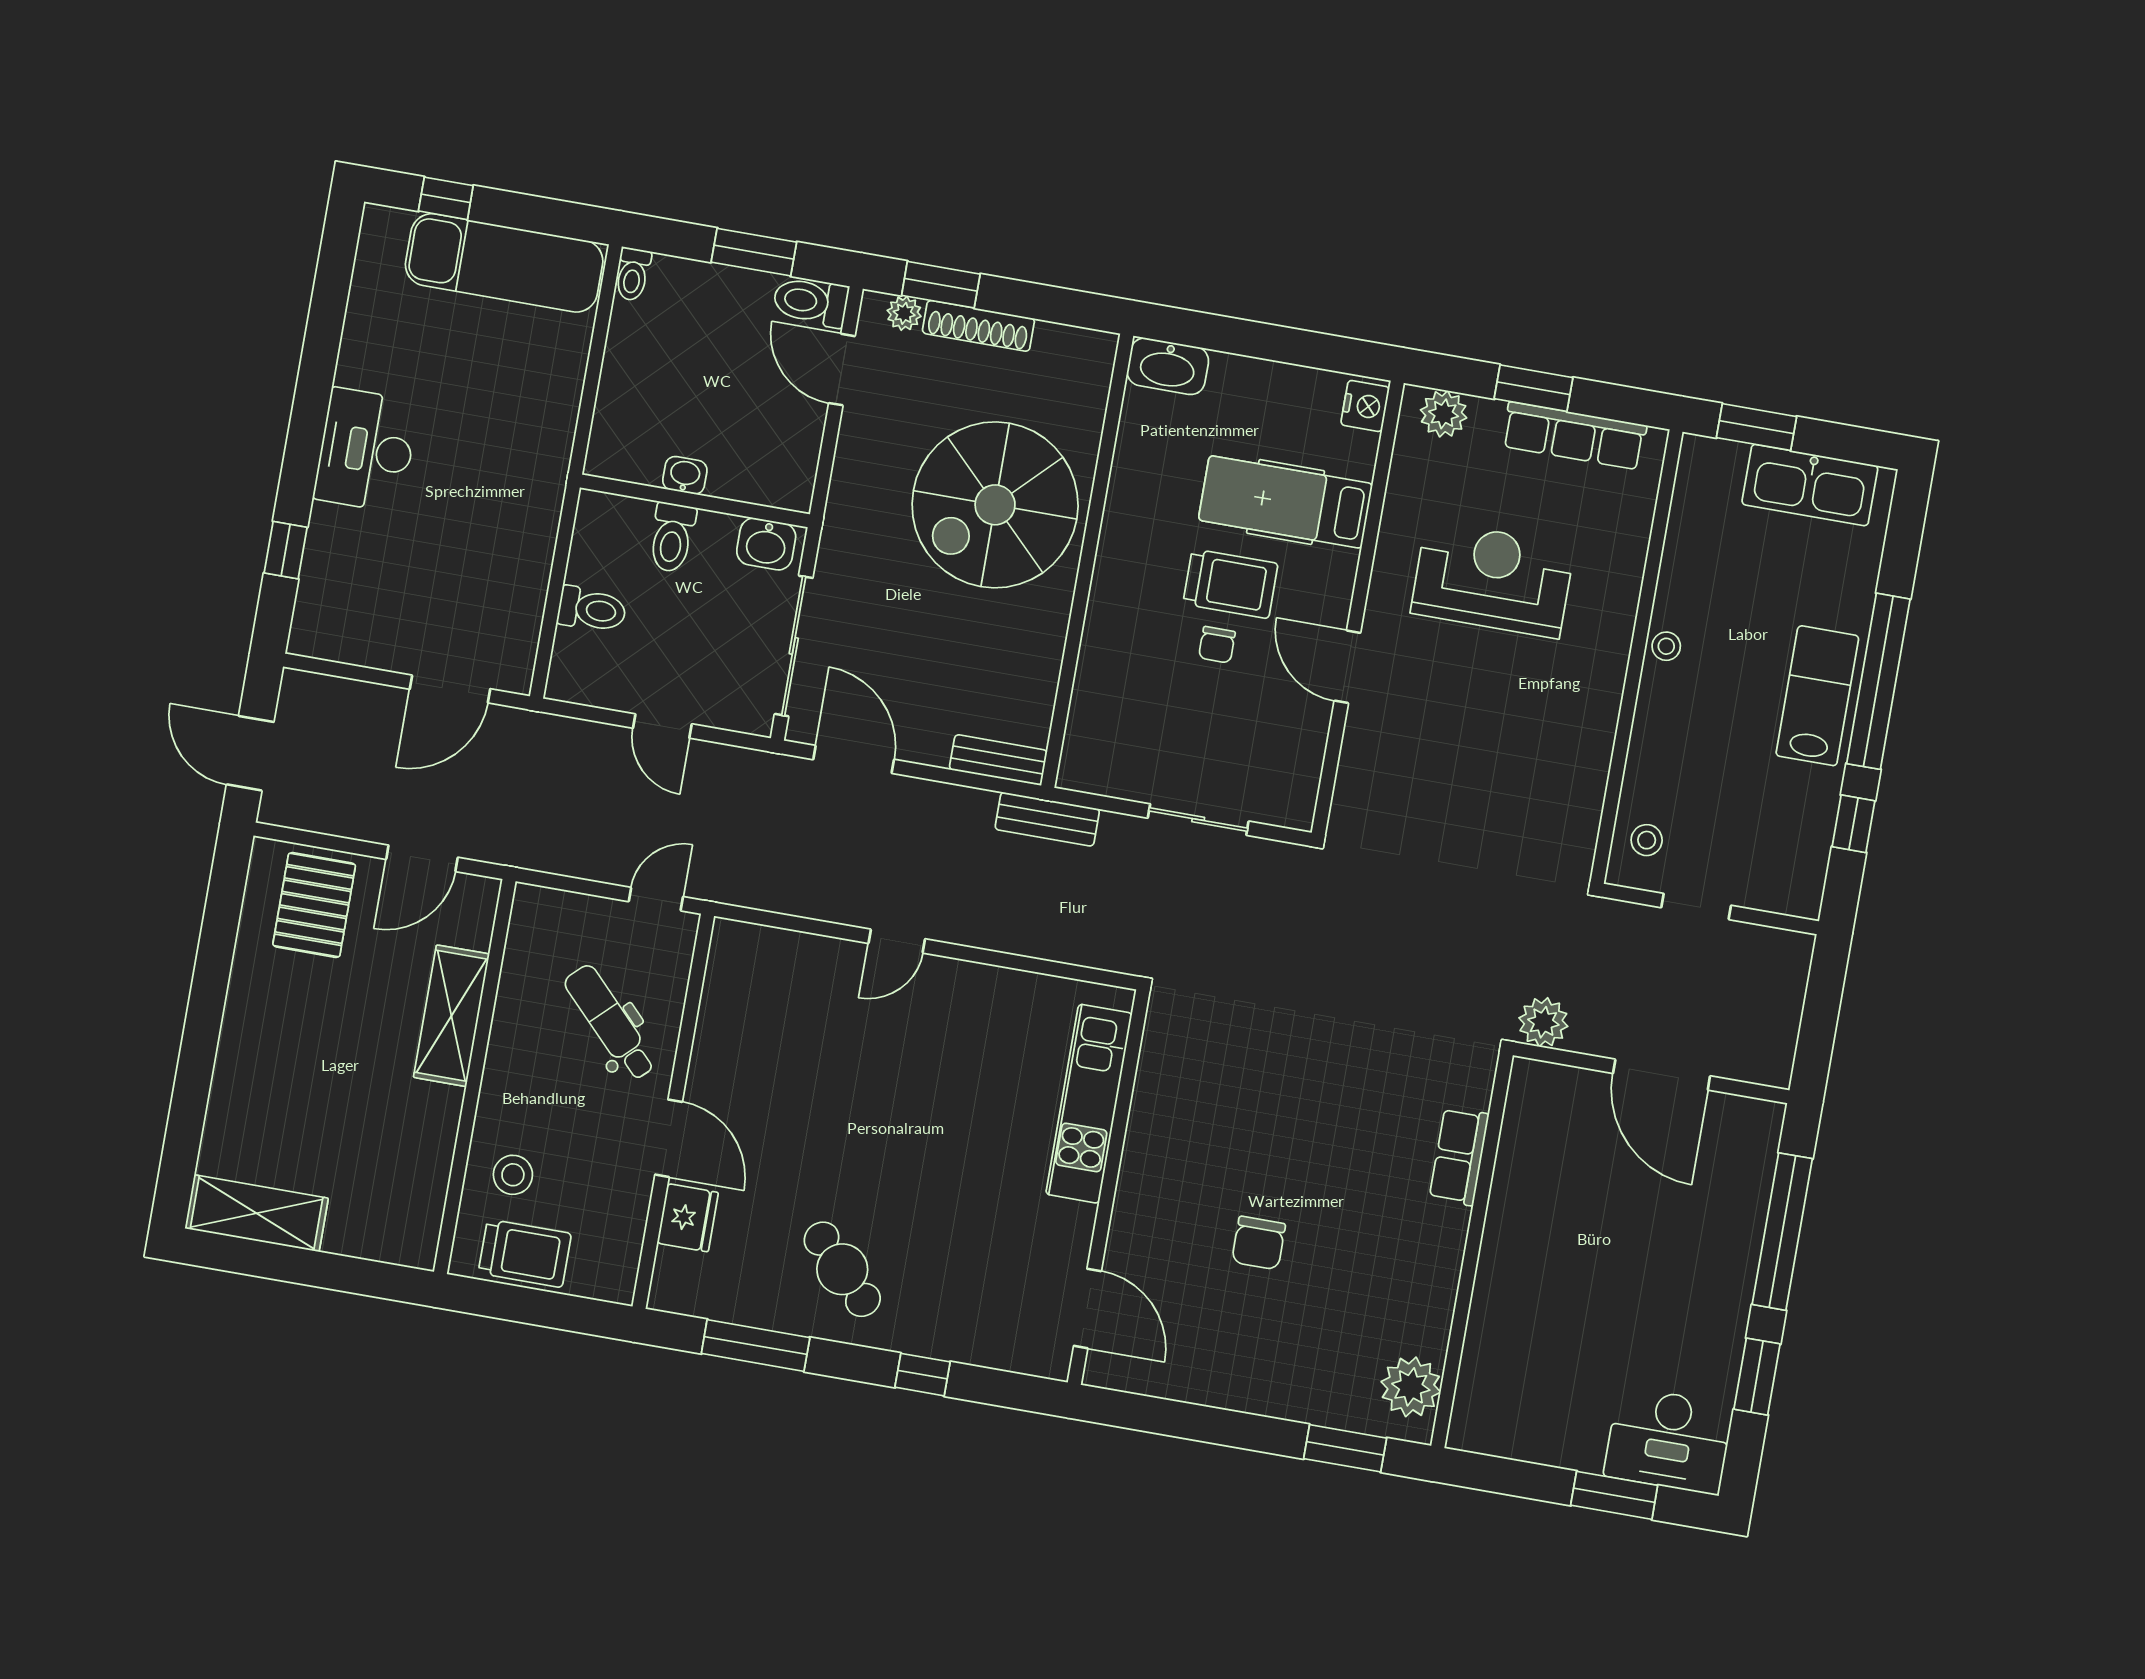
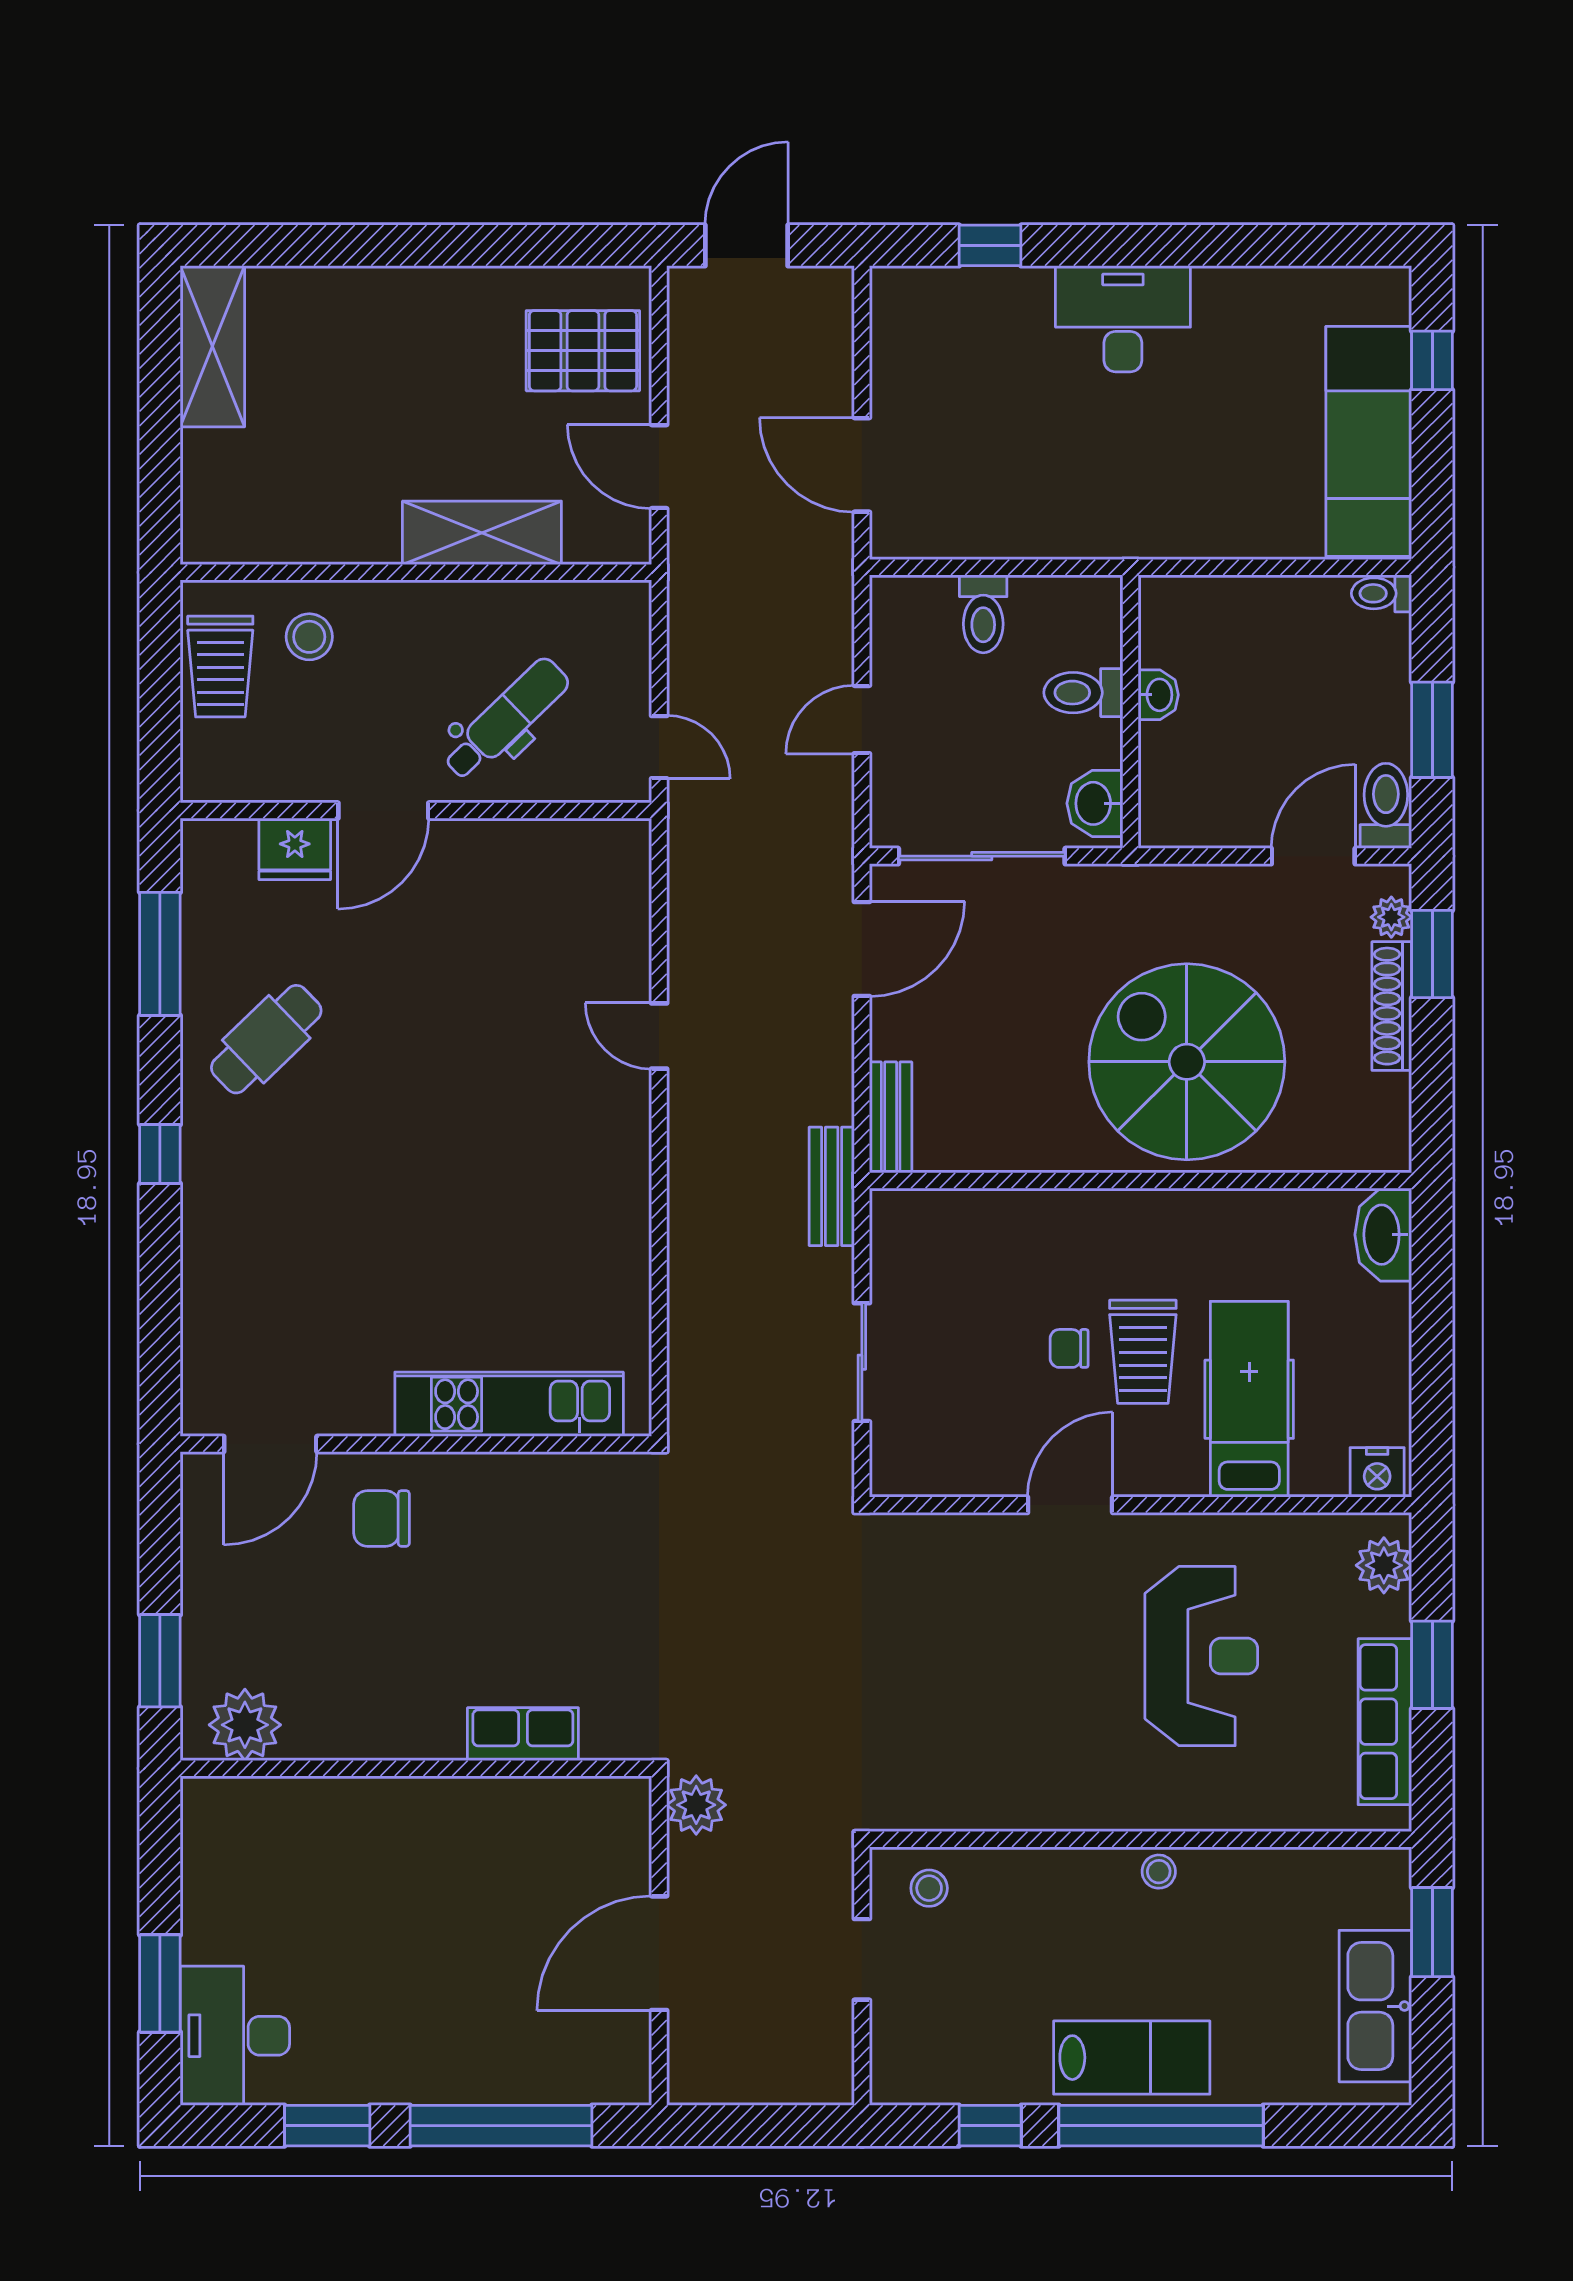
kitchen unit: (1089, 1104) -> (509, 1404), moved
wall: (1109, 1187) -> (416, 1444), moved
door: (1087, 1309) -> (270, 1444), moved

